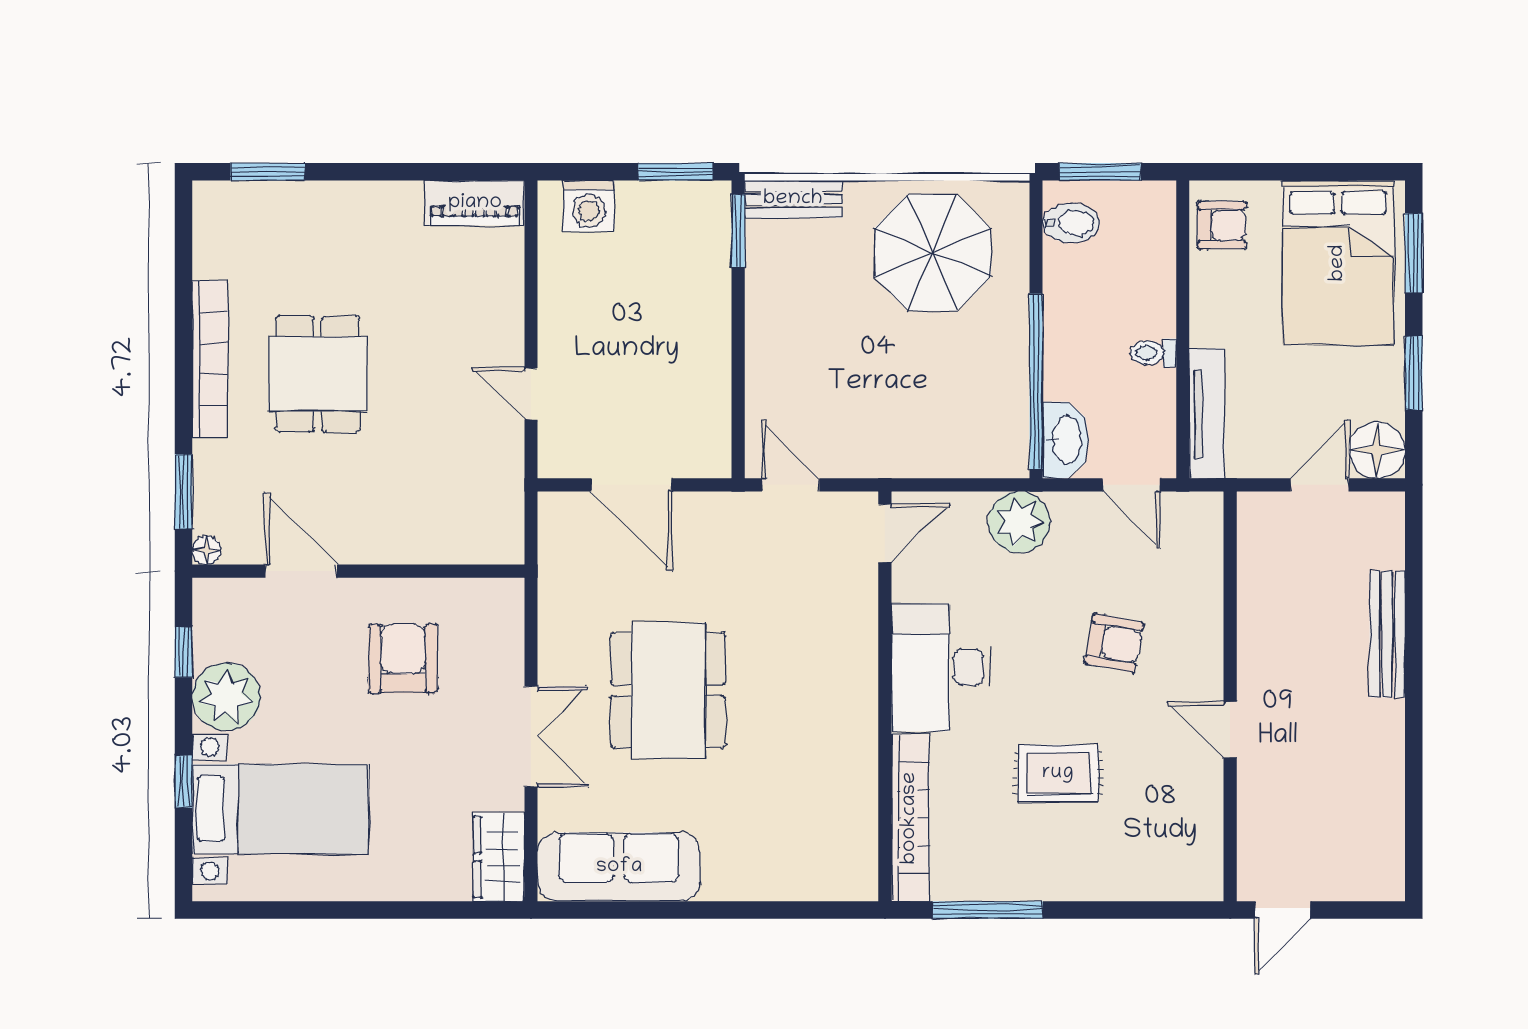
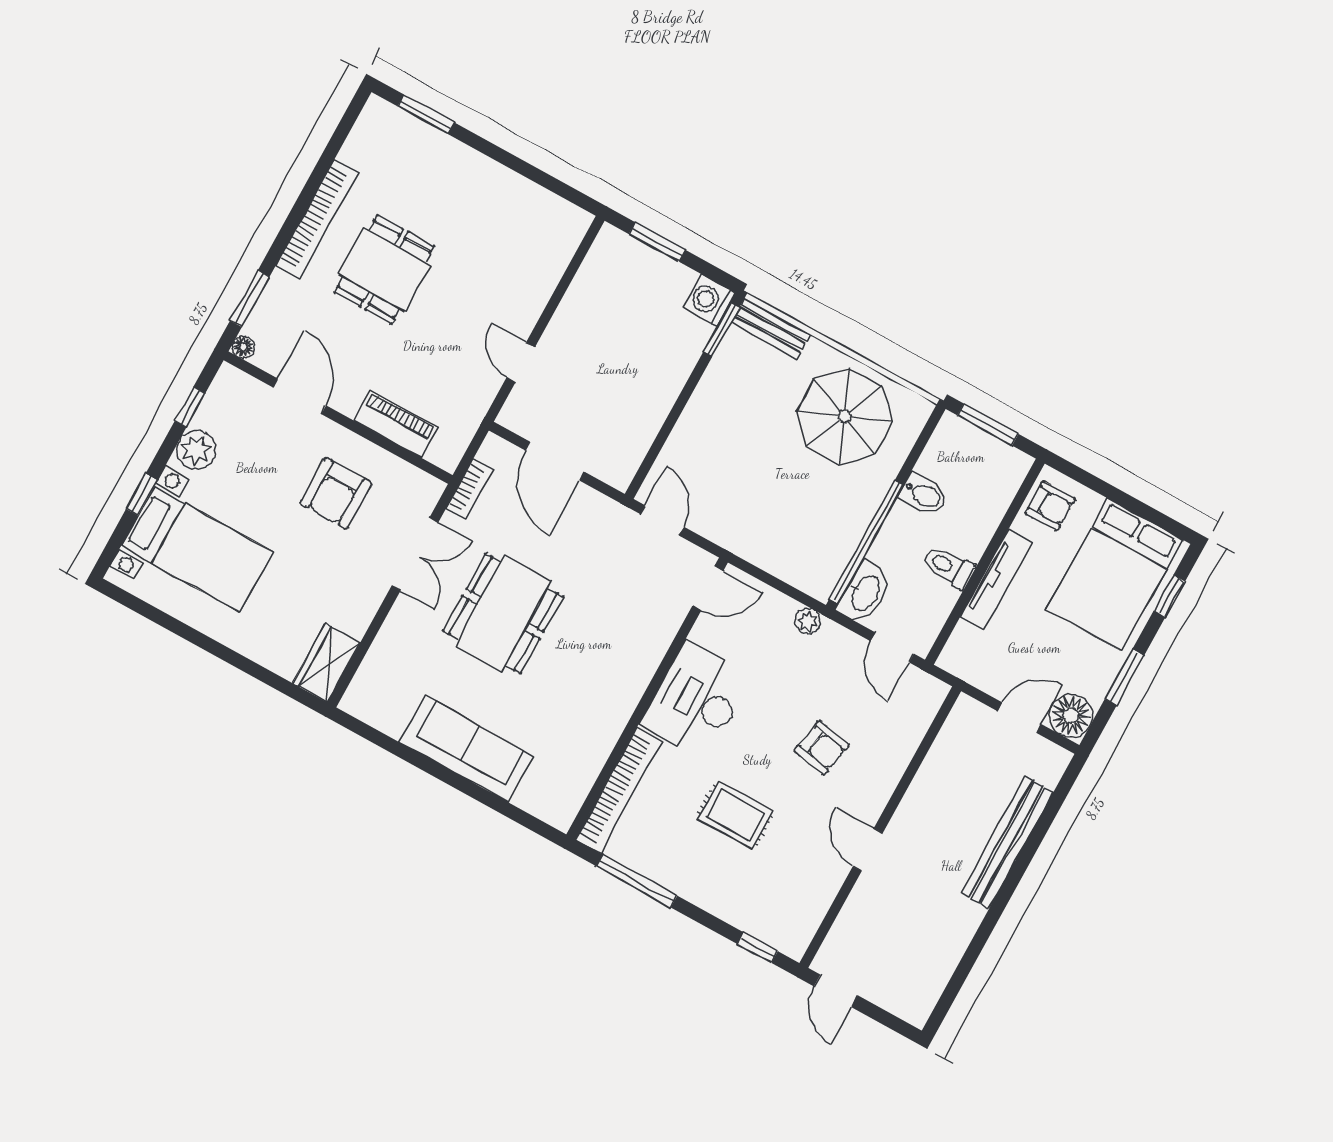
window: (675, 172) -> (657, 242), moved
piano: (475, 203) -> (396, 424), moved, turned 180
washing machine: (589, 206) -> (709, 301), moved, turned 90
bidet: (1071, 223) -> (924, 494), moved
window: (1414, 253) -> (1169, 596), width x0.67
toilet: (1153, 353) -> (948, 567), width x1.37, depth x1.39
tv unit: (1207, 413) -> (996, 579), moved
plant: (1019, 522) -> (808, 621), width x0.53, depth x0.53
bookcase: (552, 570) -> (469, 489), added
bench: (1387, 634) -> (1007, 842), width x1.37, depth x1.21
armchair: (403, 659) -> (336, 493), turned 180
plant: (226, 697) -> (196, 450), width x0.73, depth x0.73
double door: (531, 737) -> (415, 554), moved
sofa: (619, 867) -> (467, 749), moved
window: (1166, 910) -> (757, 948), added
door: (1283, 910) -> (836, 991), hinge flipped

